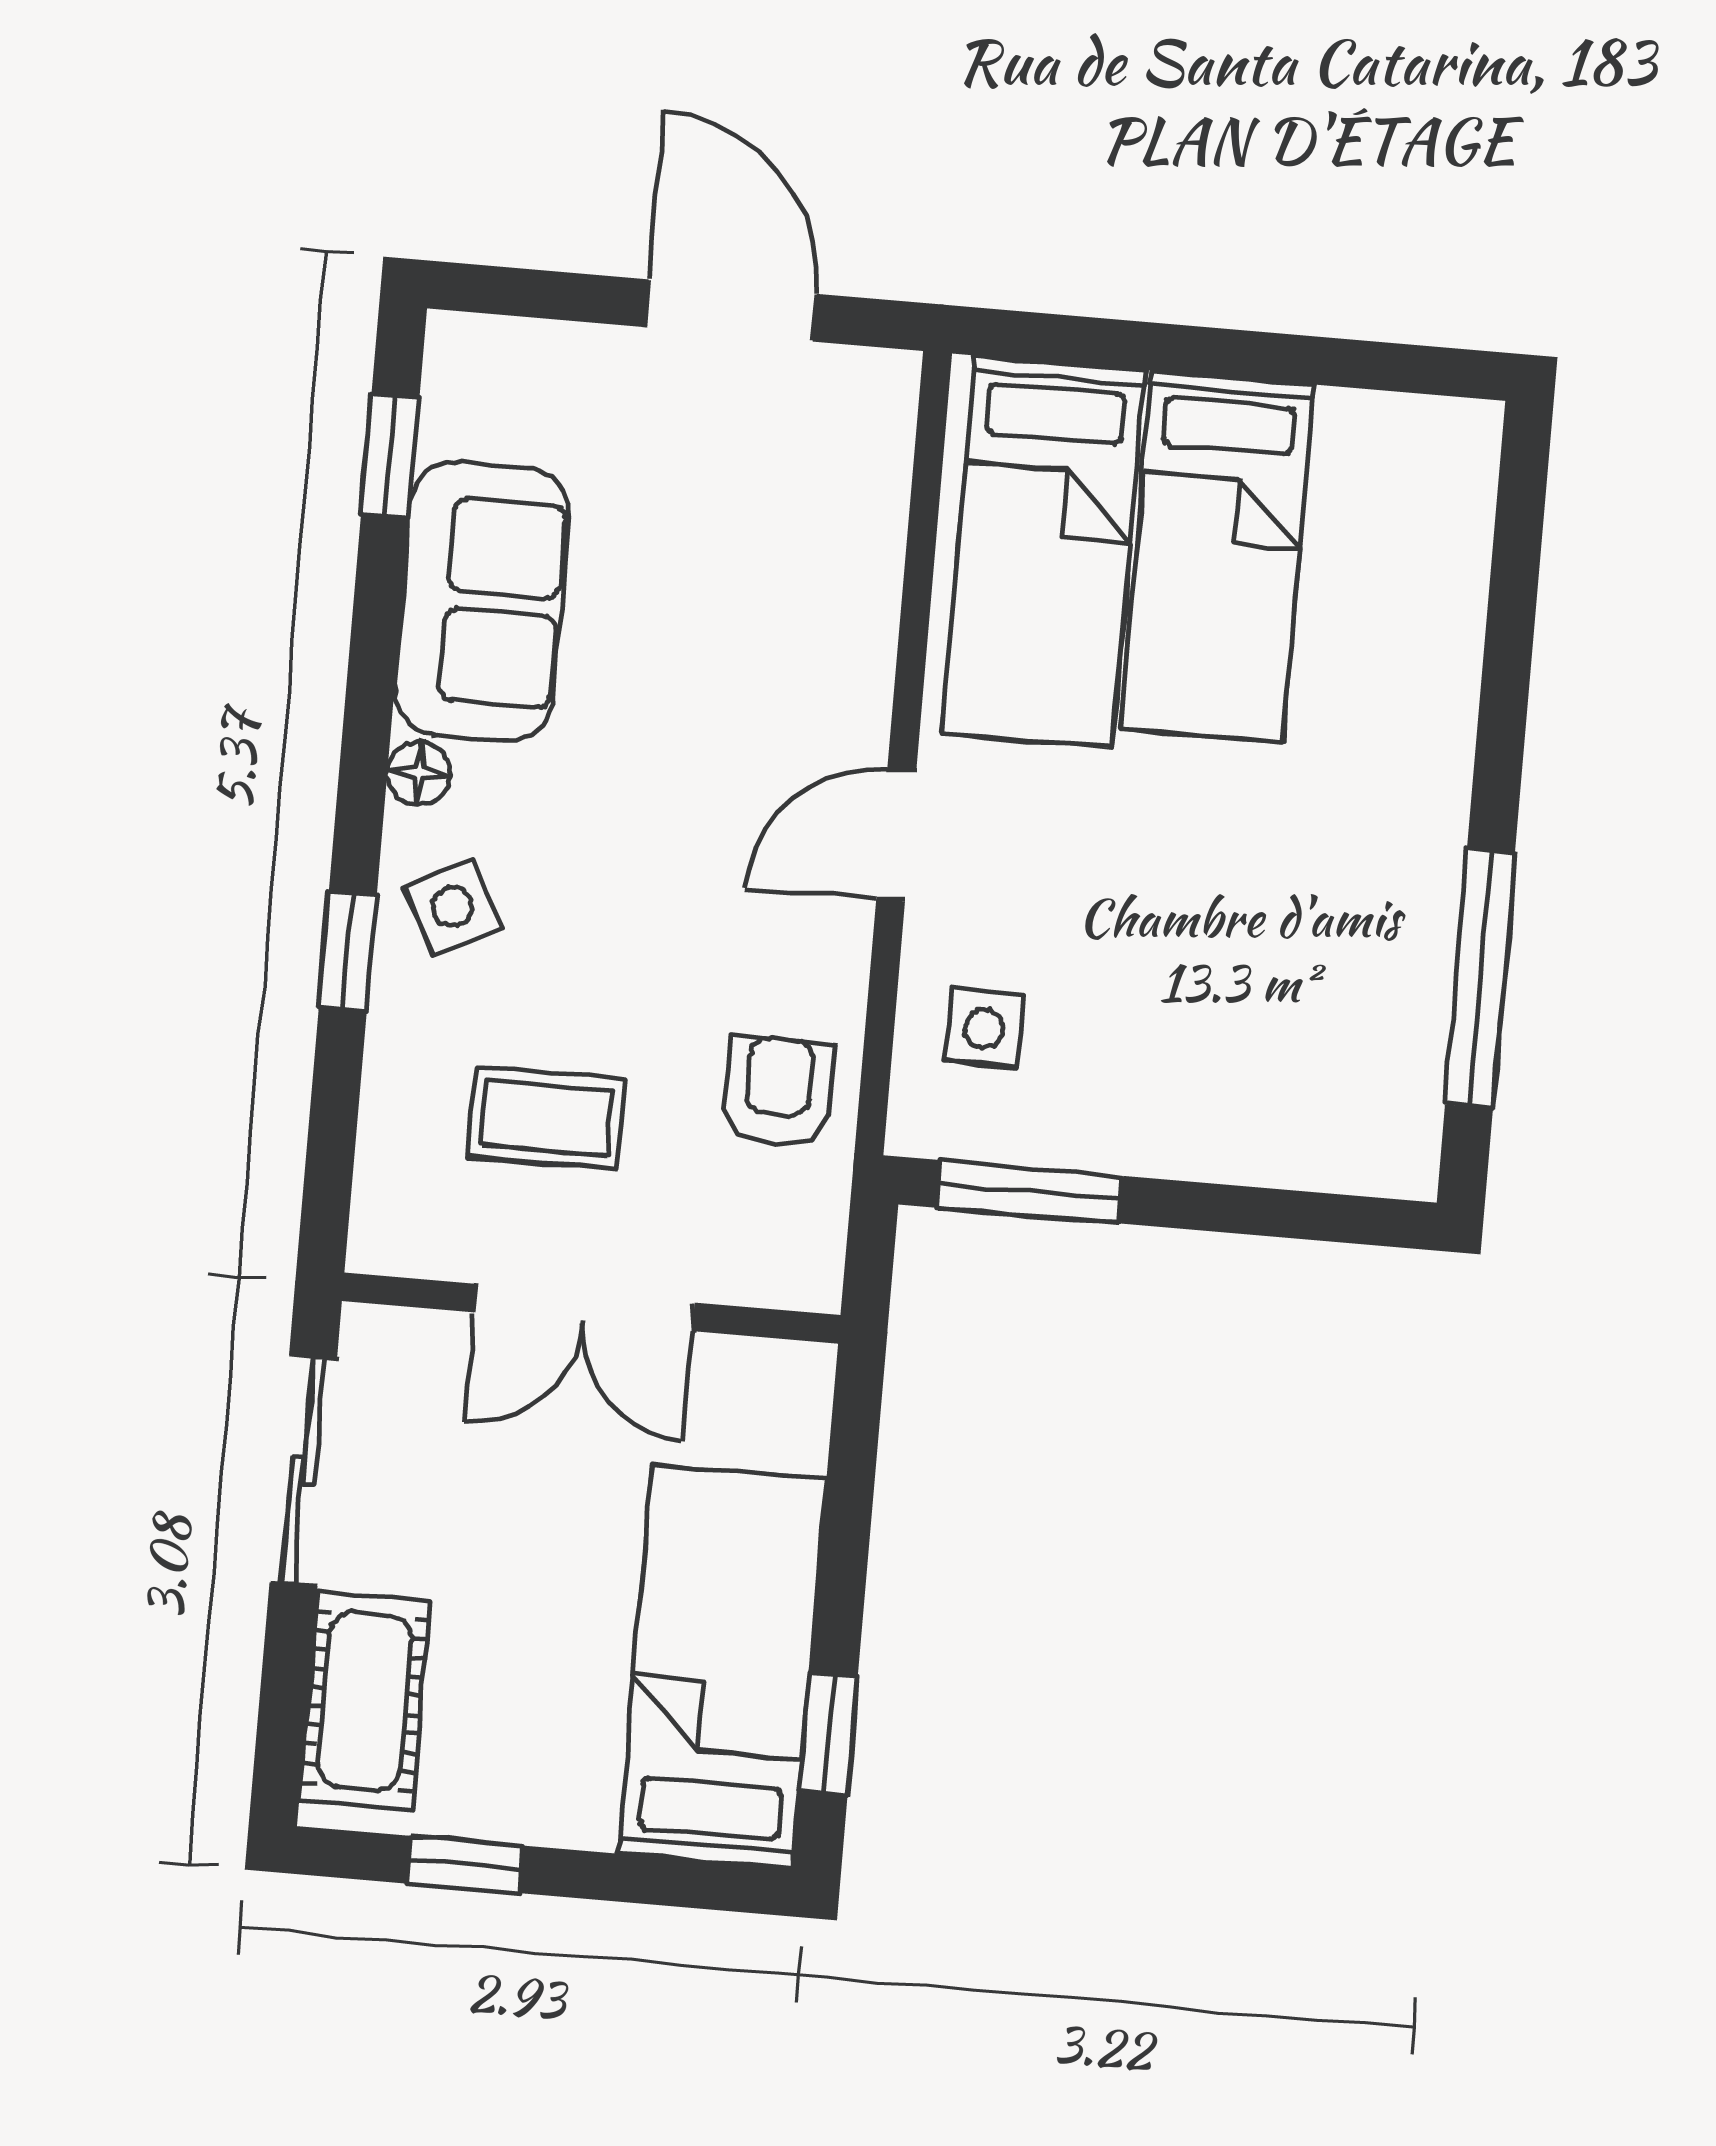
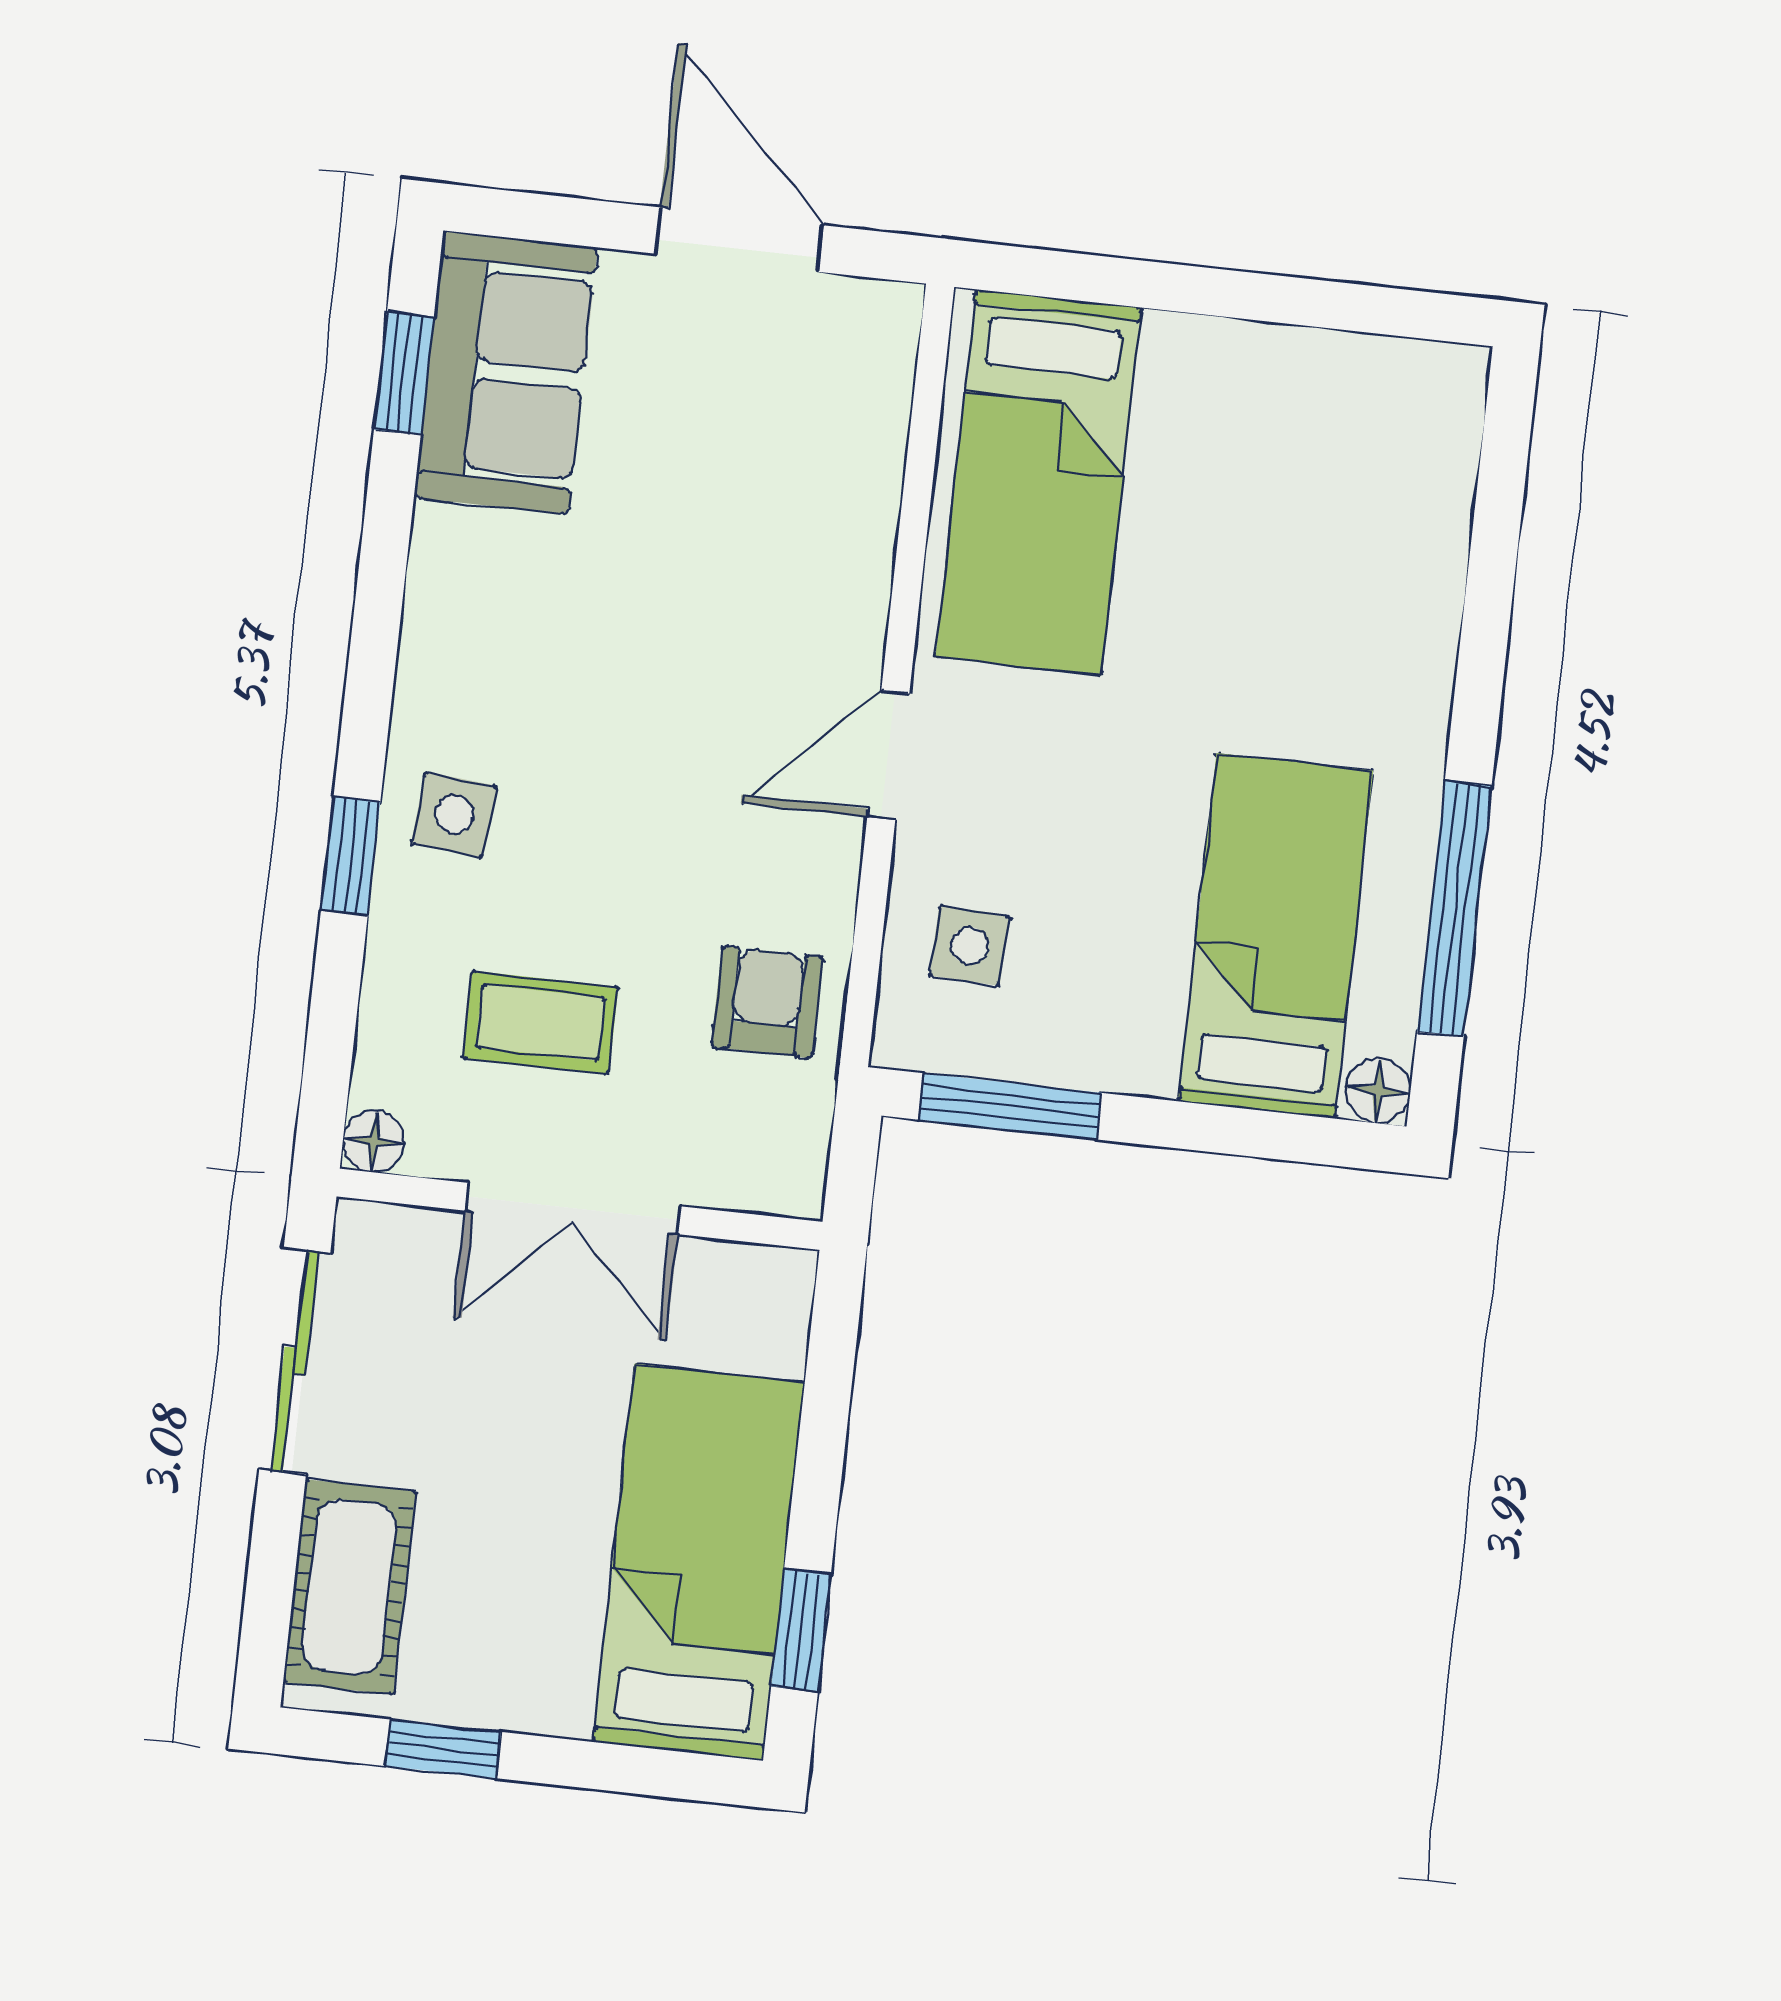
bed: (1217, 556) -> (1276, 936), moved, turned 180
sofa: (482, 601) -> (506, 372), moved
floor lamp: (419, 774) -> (374, 1141), moved
side table: (453, 907) -> (454, 815), turned 32
floor lamp: (1406, 1167) -> (1378, 1091), added

